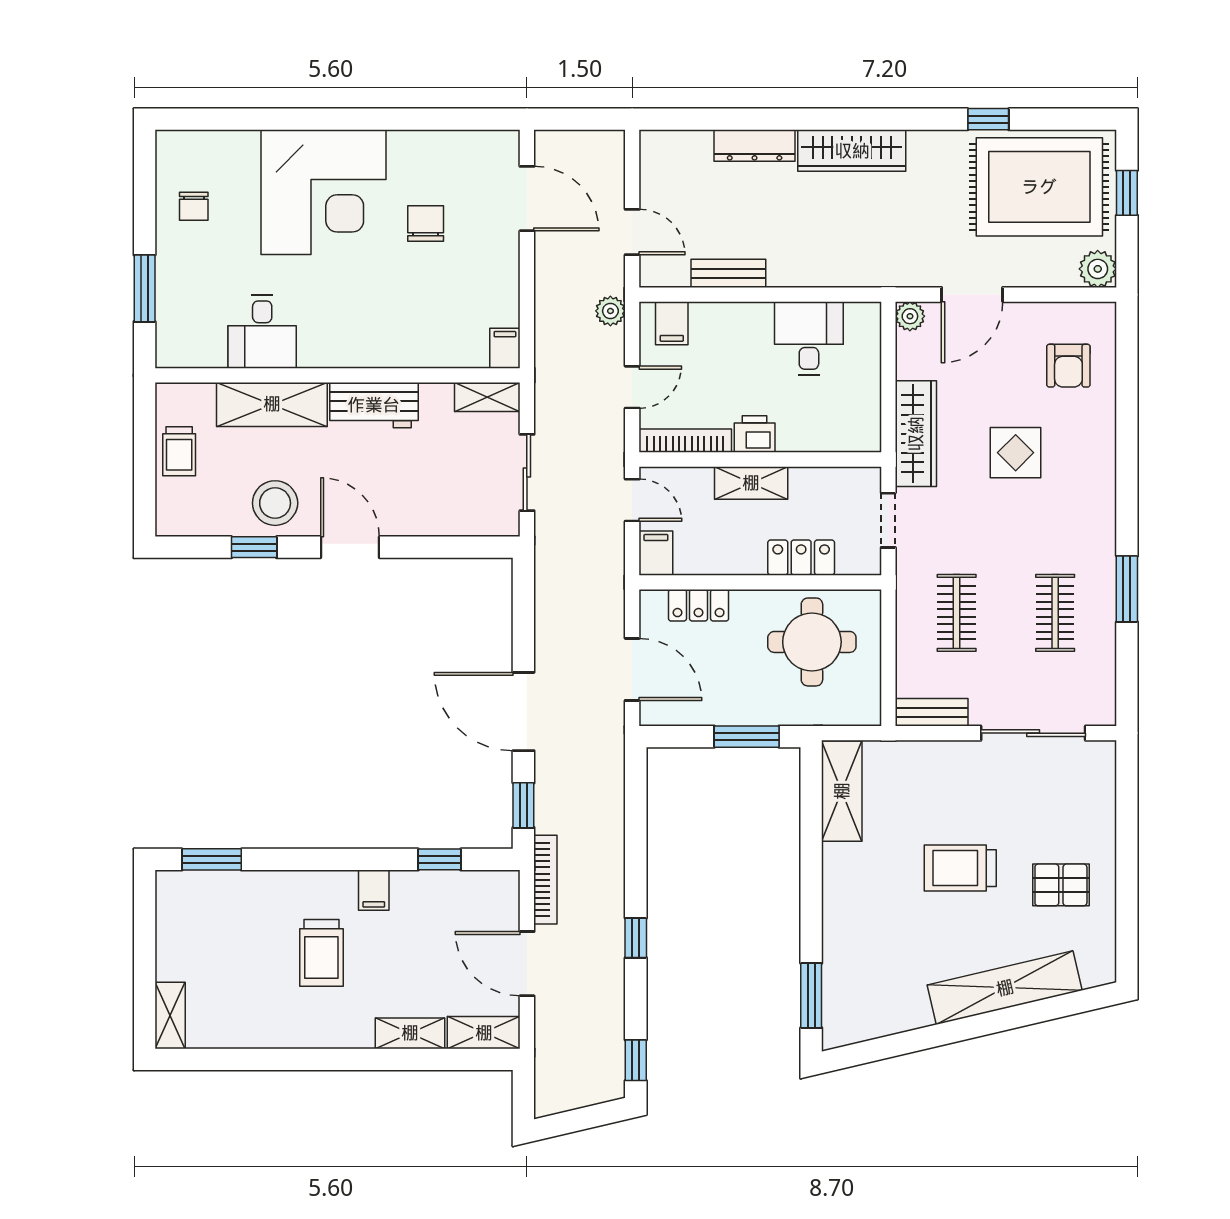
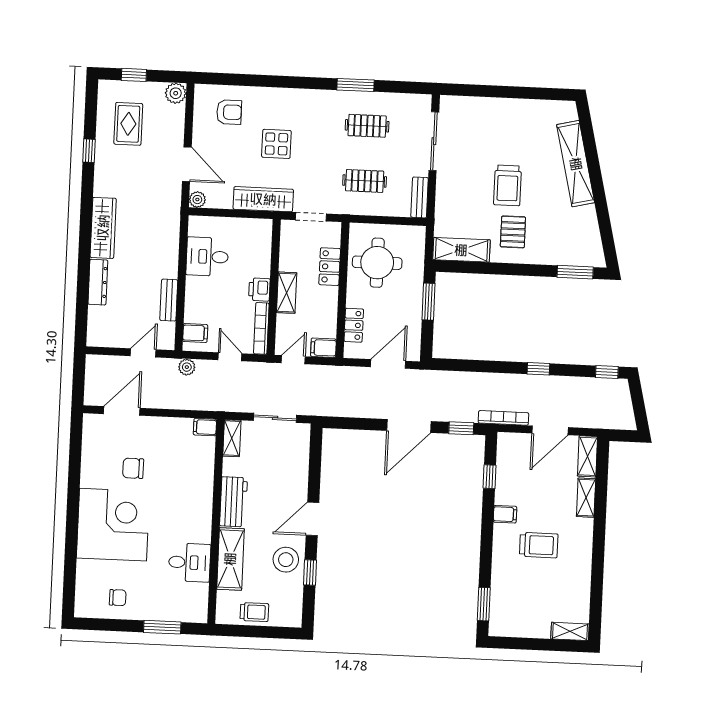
rug: (1039, 187) -> (128, 124), width x0.54, depth x0.49
pallet: (1061, 885) -> (513, 232), moved

